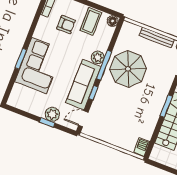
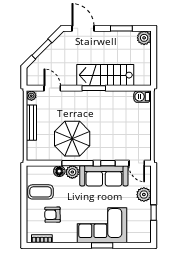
floor lamp: (113, 21) -> (59, 171), moved
armchair: (66, 25) -> (53, 215), turned -91
window: (47, 122) -> (154, 213), moved

